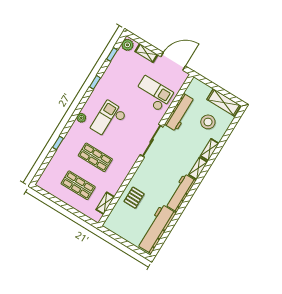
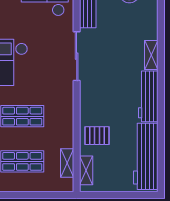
shelving: (210, 150) -> (86, 170), moved
pallet: (134, 198) -> (97, 136), turned 90

